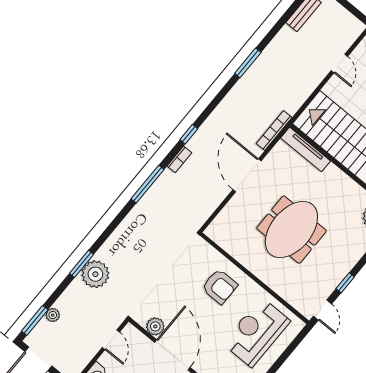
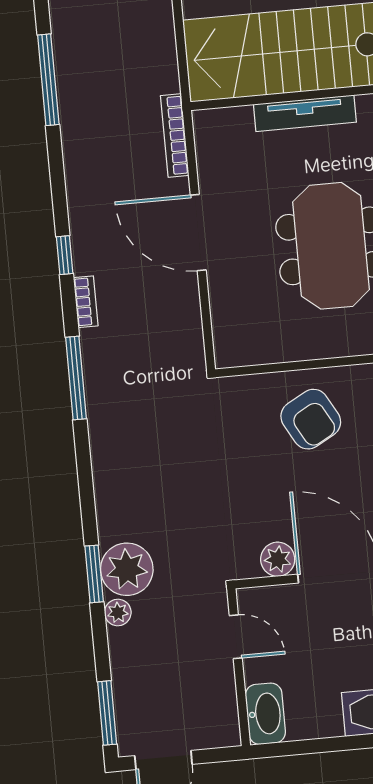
window: (248, 63) -> (48, 80), width x1.44
tv unit: (306, 149) -> (305, 113), moved
armchair: (220, 287) -> (311, 419), turned 61
plant: (53, 315) -> (118, 613), moved

